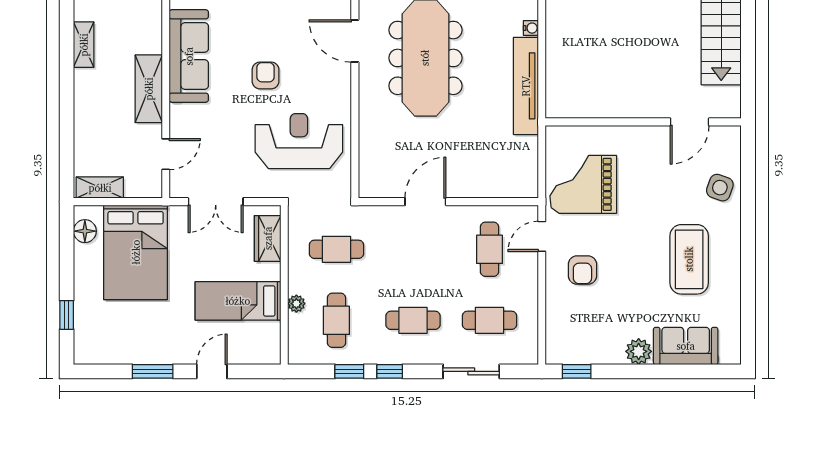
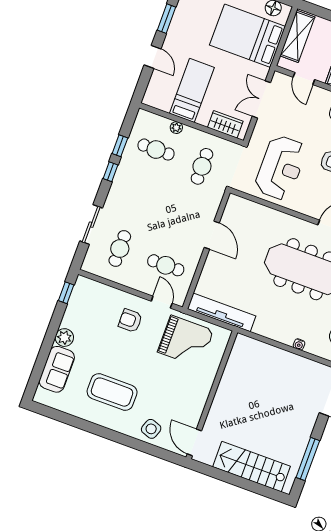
tv unit: (526, 86) -> (222, 312), moved
door: (690, 122) -> (194, 442), moved
grand piano: (583, 184) -> (186, 341), turned 90
shelving: (100, 188) -> (297, 36), width x1.50, depth x1.33
cafe table: (413, 320) -> (138, 199), removed

